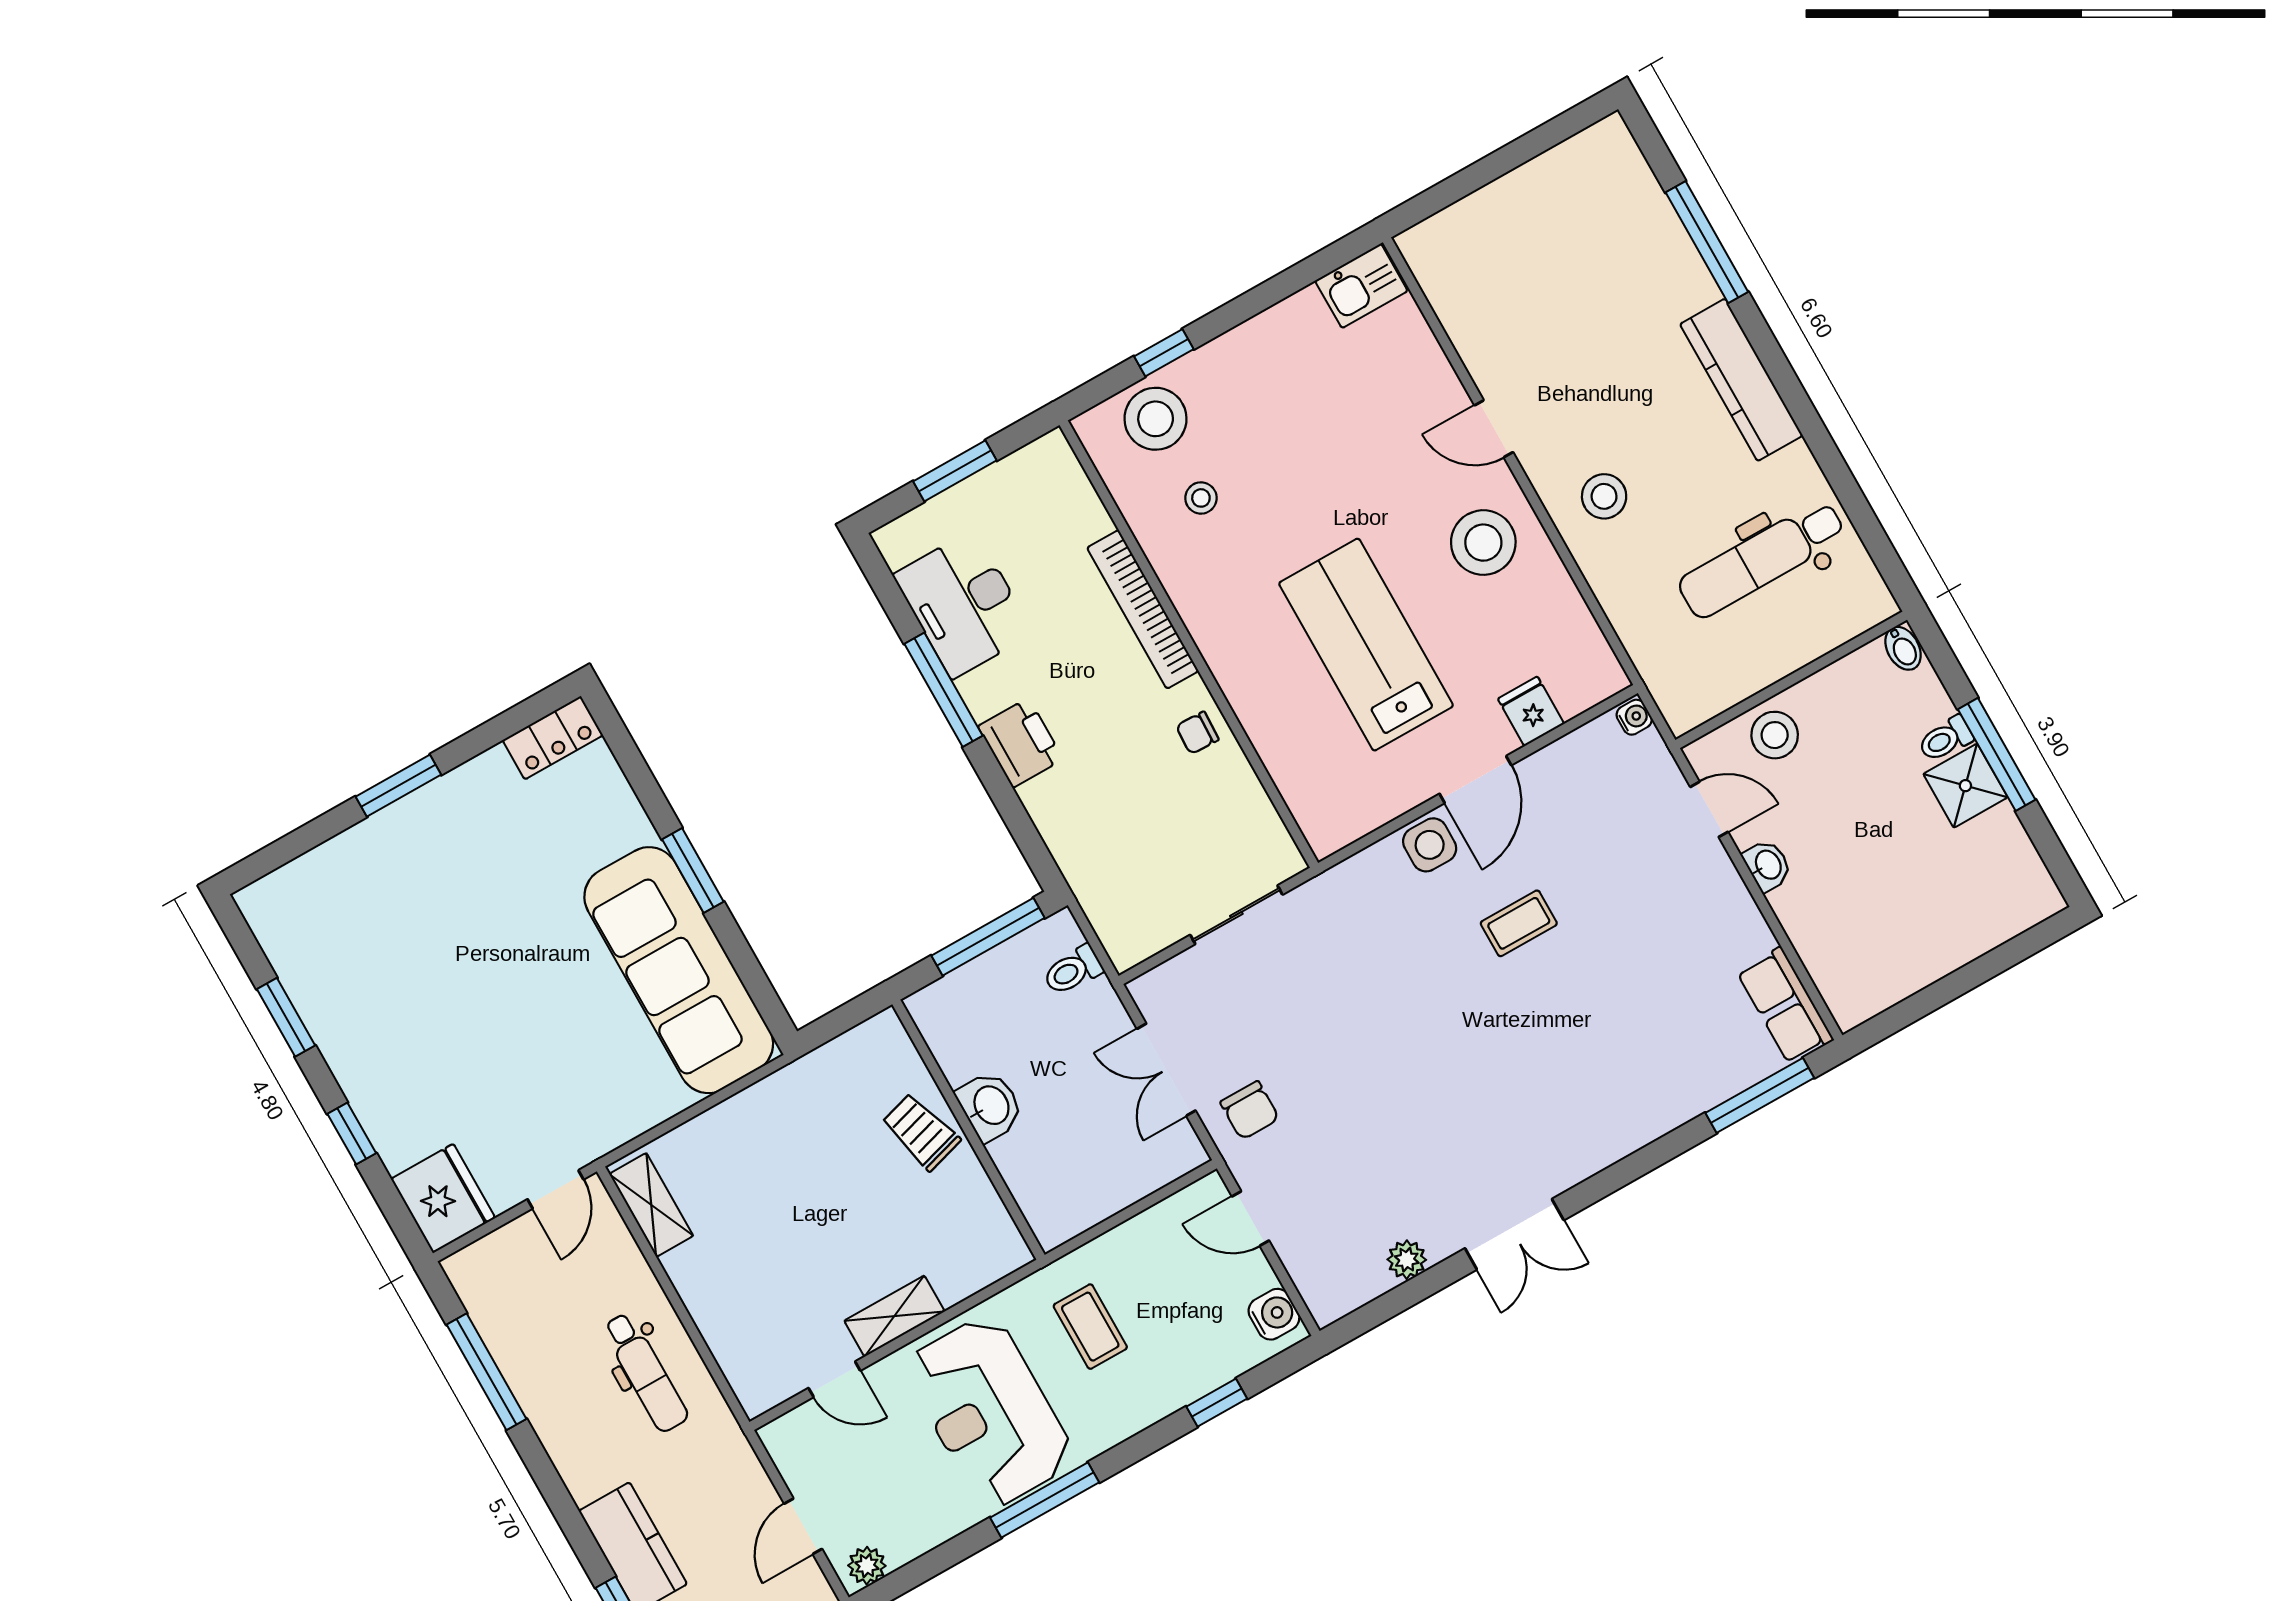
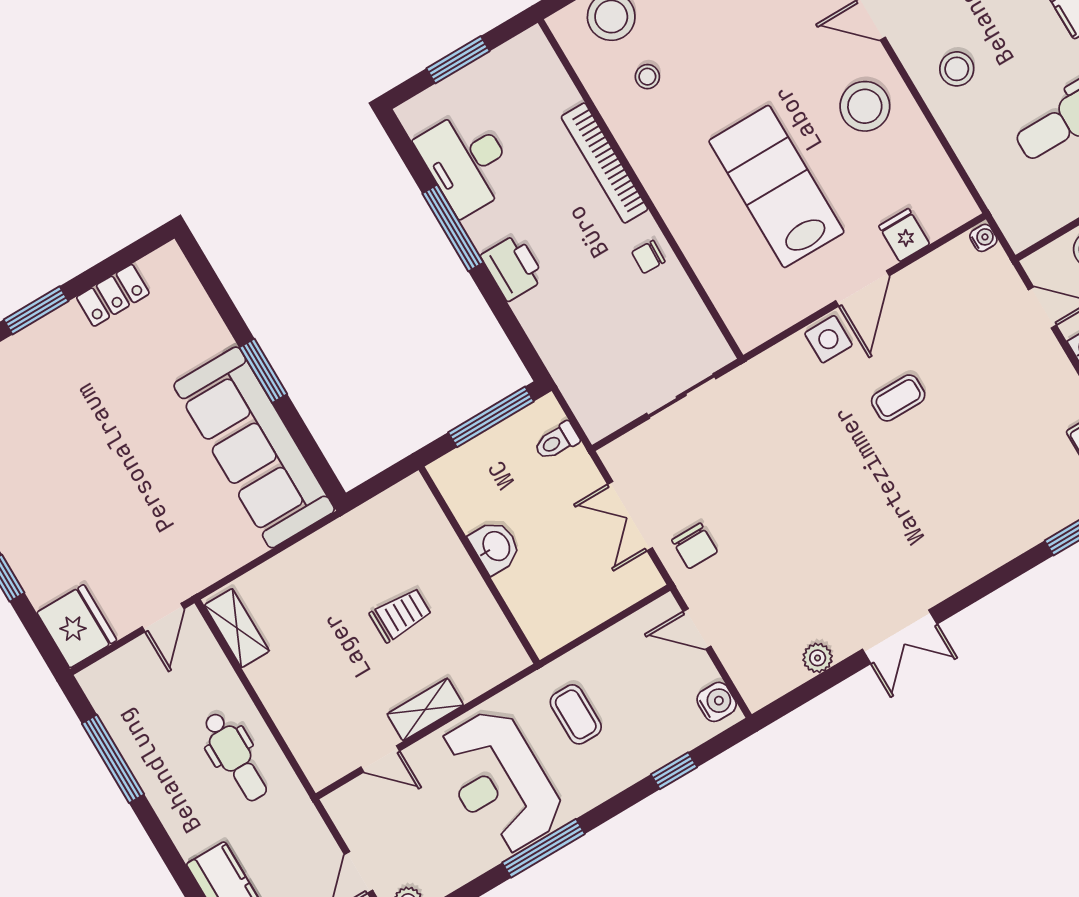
locker: (553, 738) -> (113, 295), moved
trolley: (921, 1132) -> (401, 615), moved, turned 106

